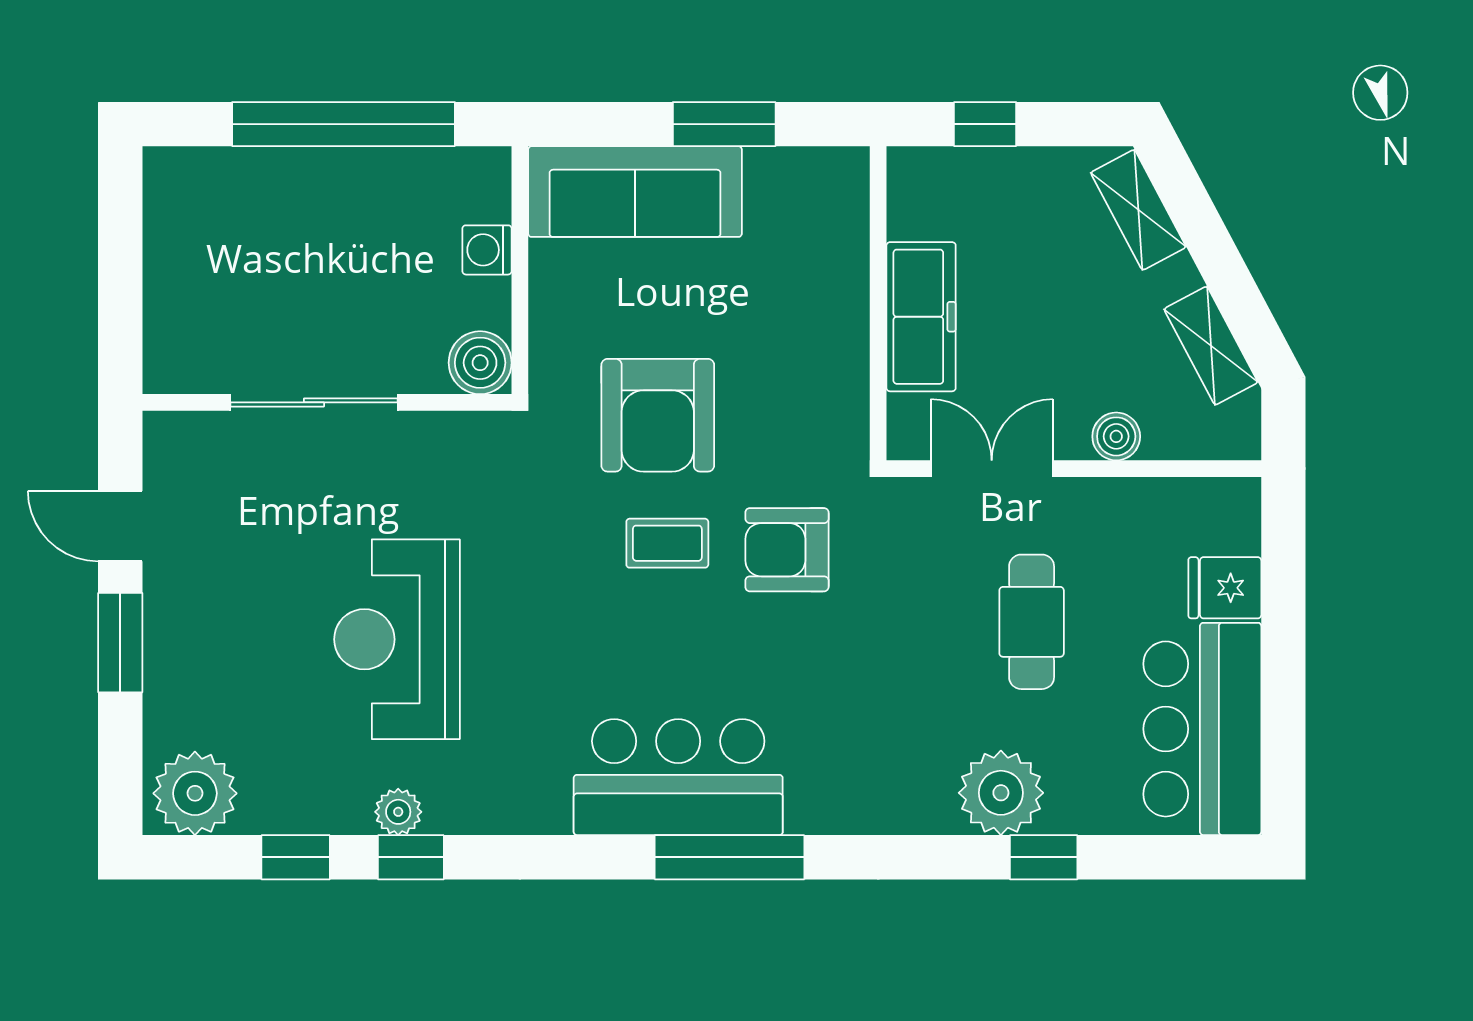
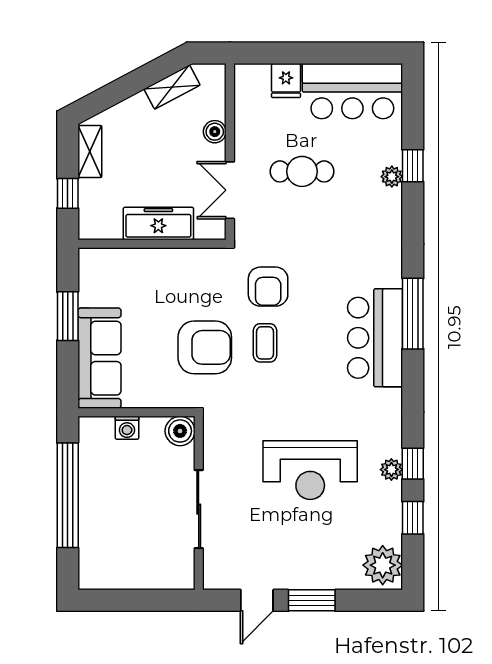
shelving: (1138, 210) -> (90, 152), moved, turned -62
plant: (1001, 793) -> (392, 177), width x0.53, depth x0.53

